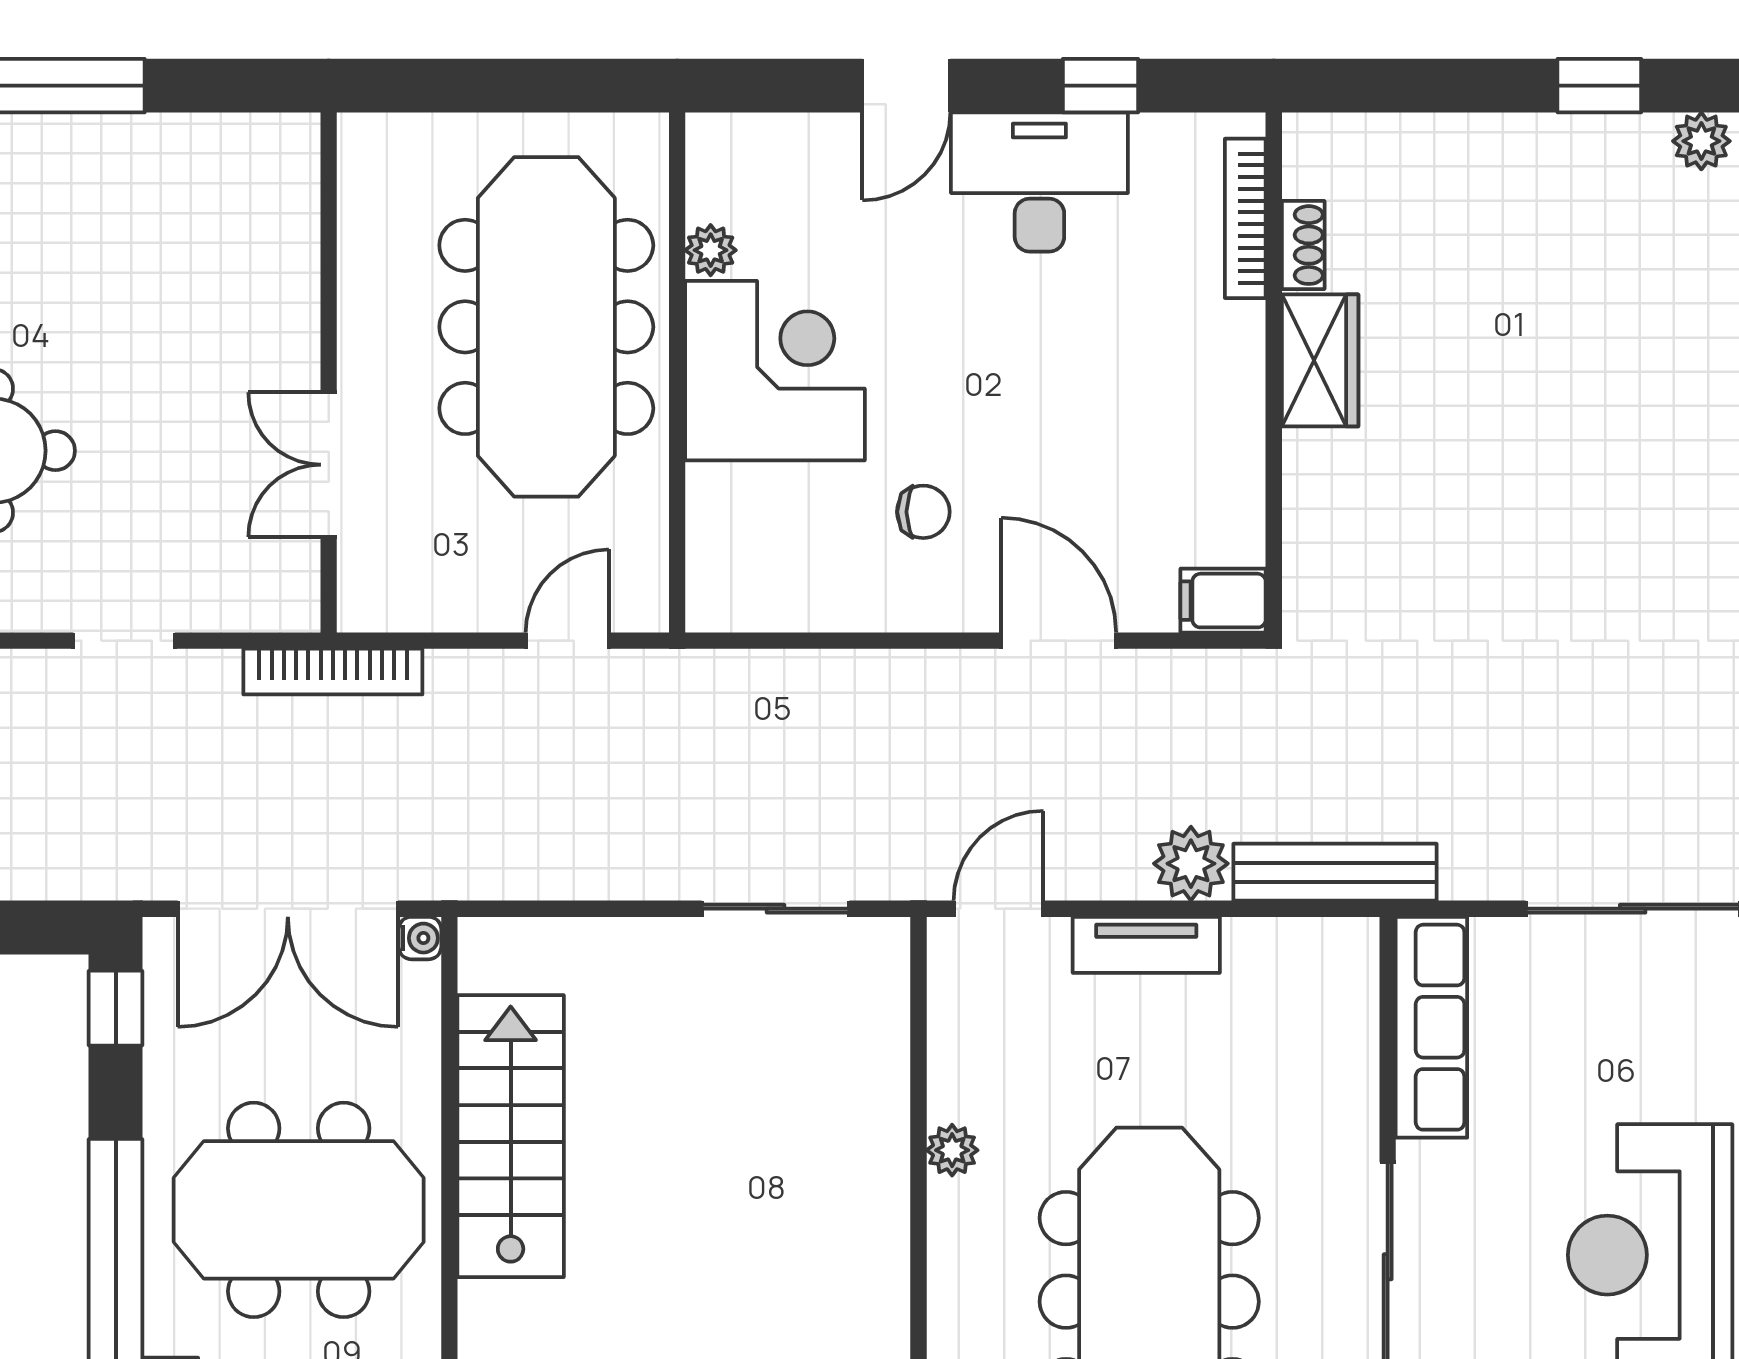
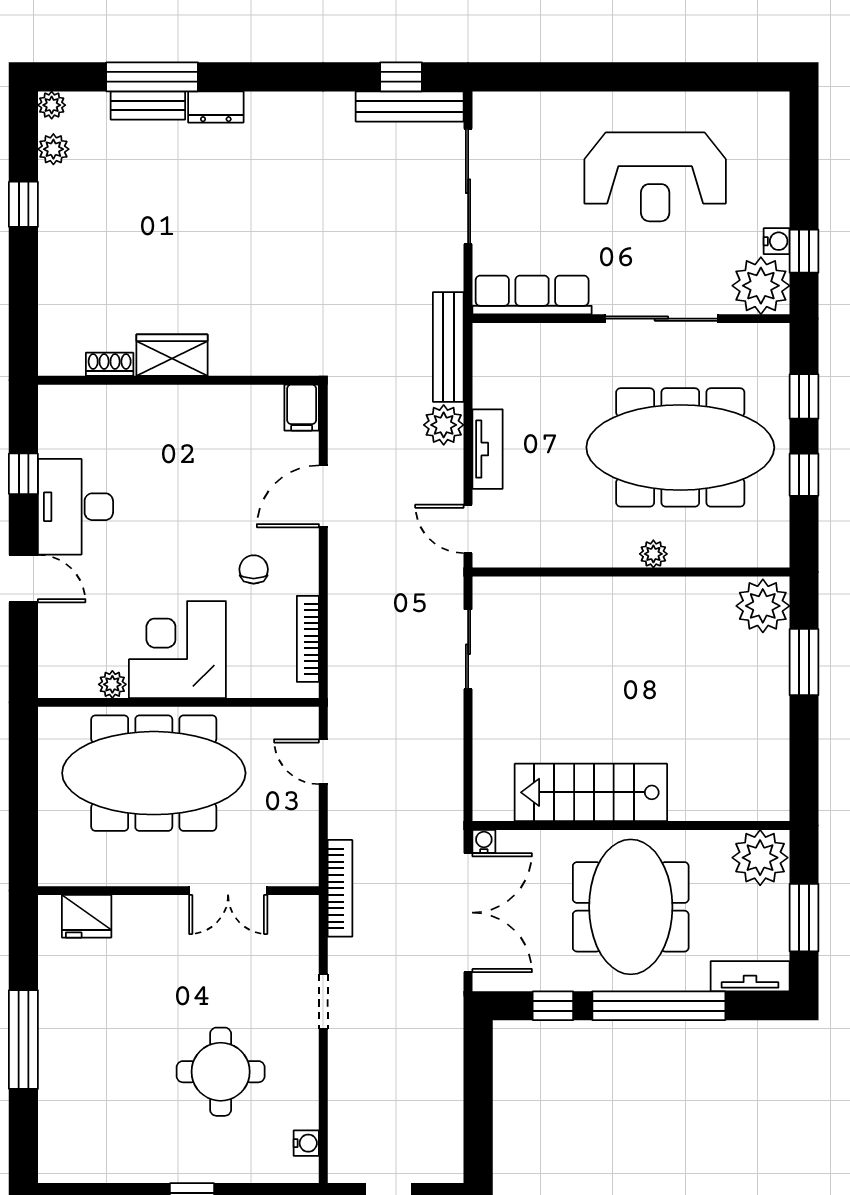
fridge: (281, 202) -> (87, 916), added
bookcase: (1245, 218) -> (308, 639), moved, turned 90
window: (116, 1008) -> (553, 1006), moved
plant: (952, 1150) -> (653, 554), moved

